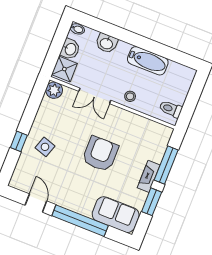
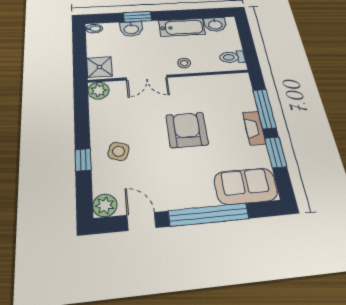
window: (118, 33) -> (138, 17), added
washbasin: (70, 49) -> (215, 24), moved, turned 90
plant: (18, 181) -> (105, 205), added

